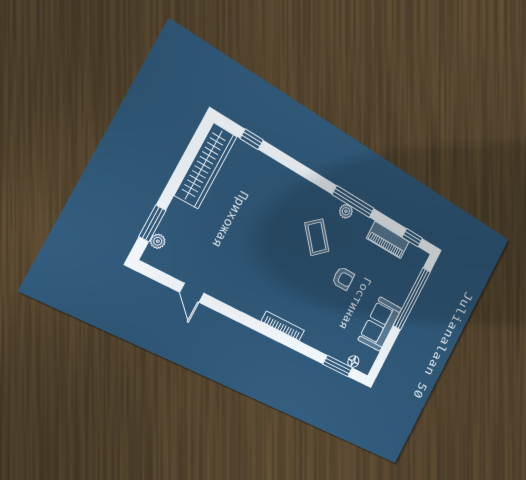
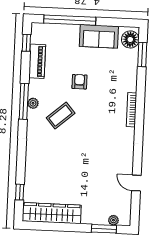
door: (192, 293) -> (136, 183), swing flipped
floor lamp: (353, 362) -> (130, 39), width x1.89, depth x1.89

